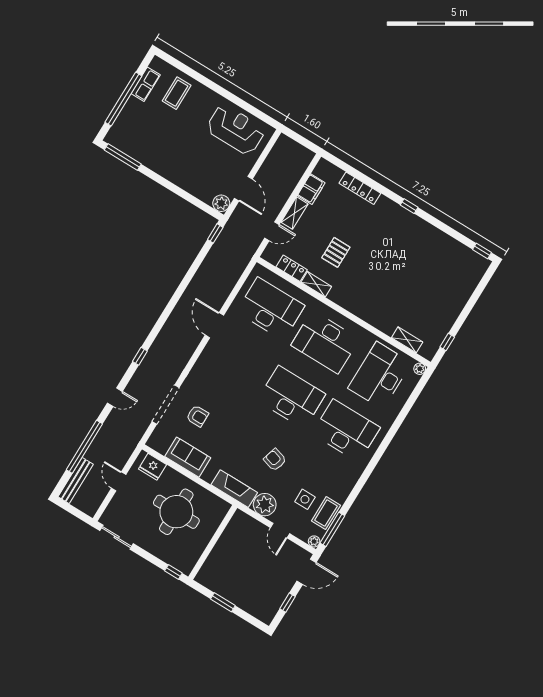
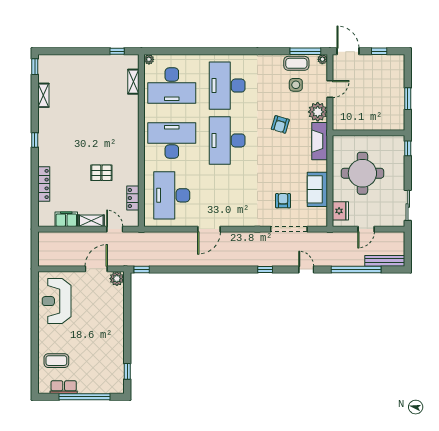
window: (123, 157) -> (127, 371), width x0.46
shelving: (316, 284) -> (43, 95), moved
desk: (325, 342) -> (172, 140), turned -90

